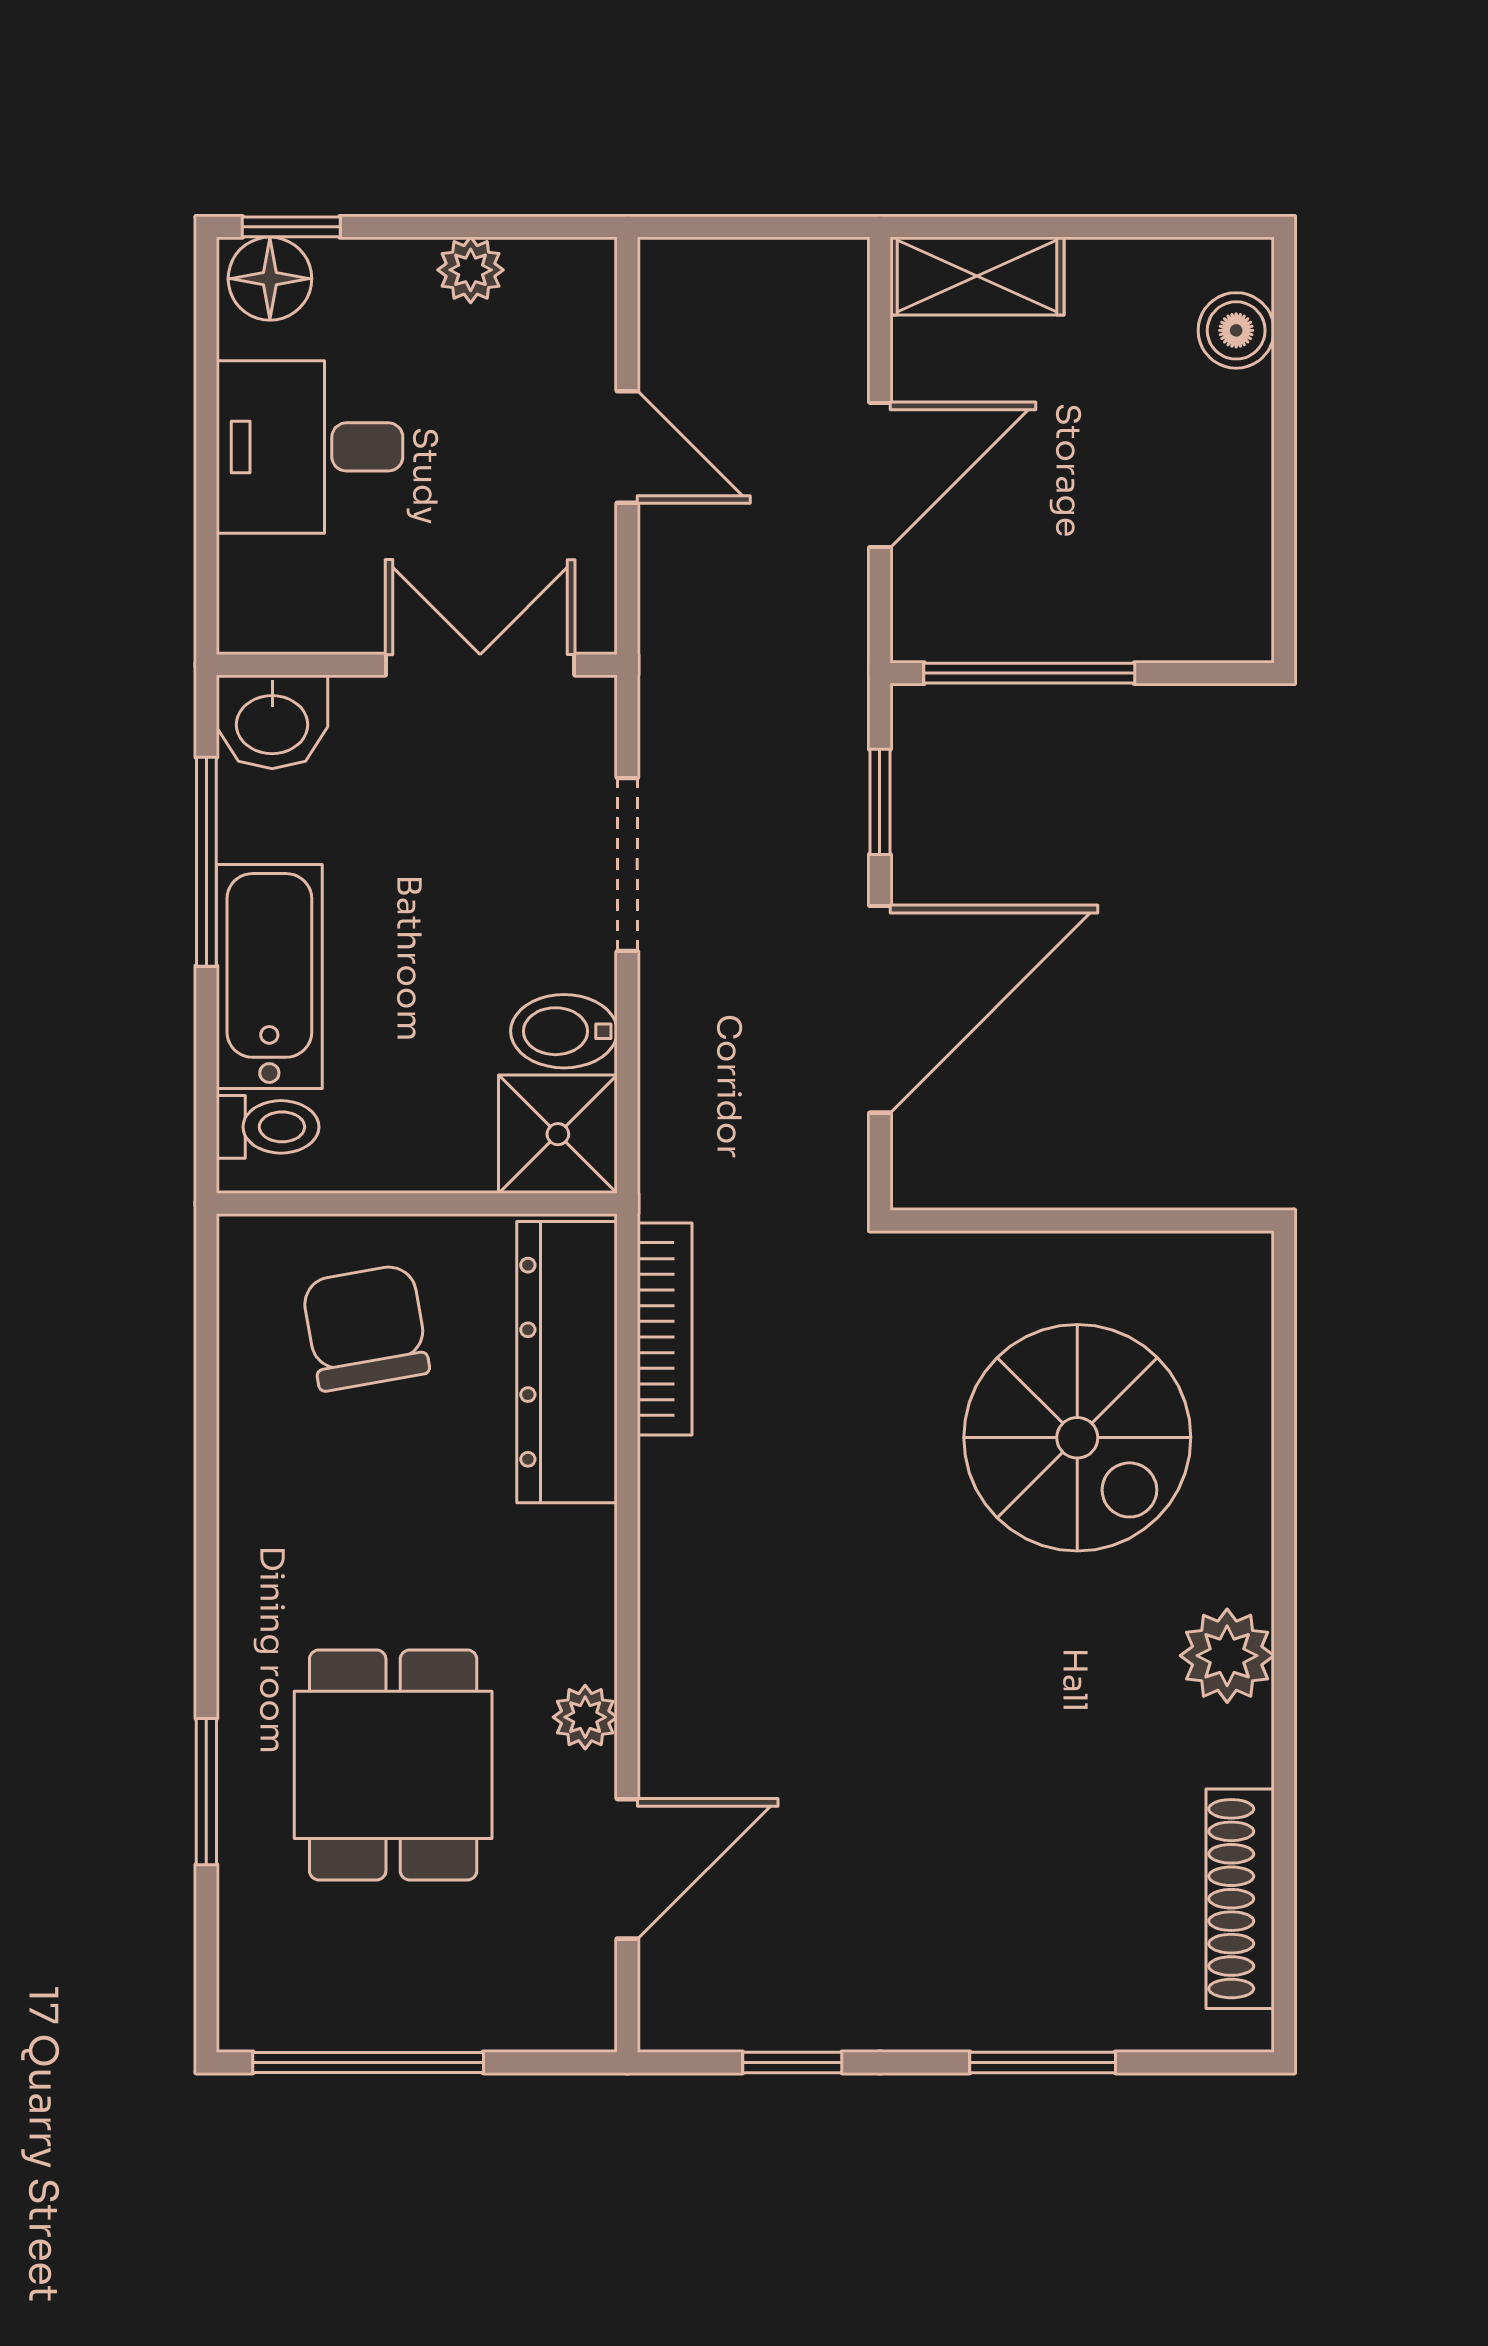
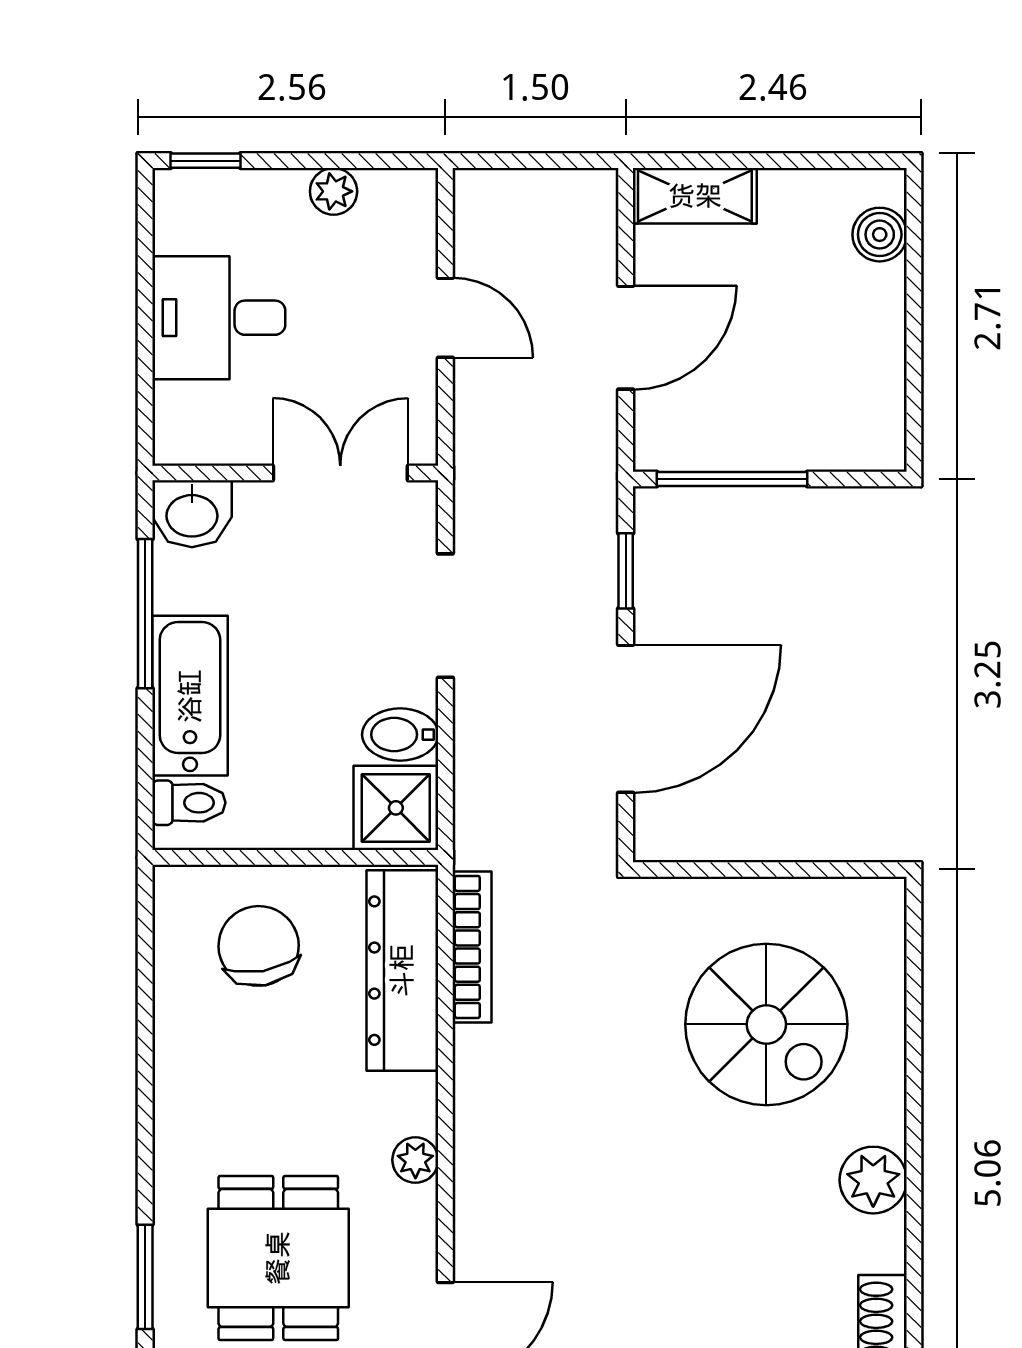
floor lamp: (270, 279) -> (190, 198), removed
plant: (585, 1717) -> (415, 1160), moved

